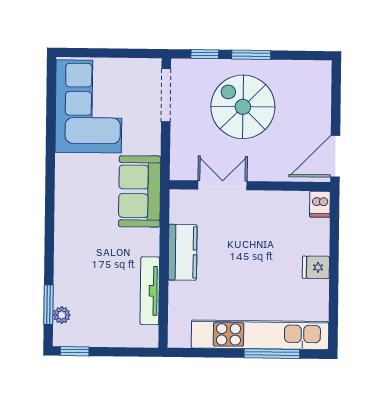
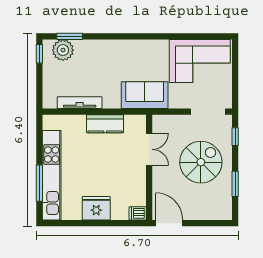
window: (251, 55) -> (235, 184), moved
fridge: (316, 267) -> (96, 208), width x1.88, depth x1.34
plant: (62, 315) -> (63, 50), width x1.88, depth x1.88

